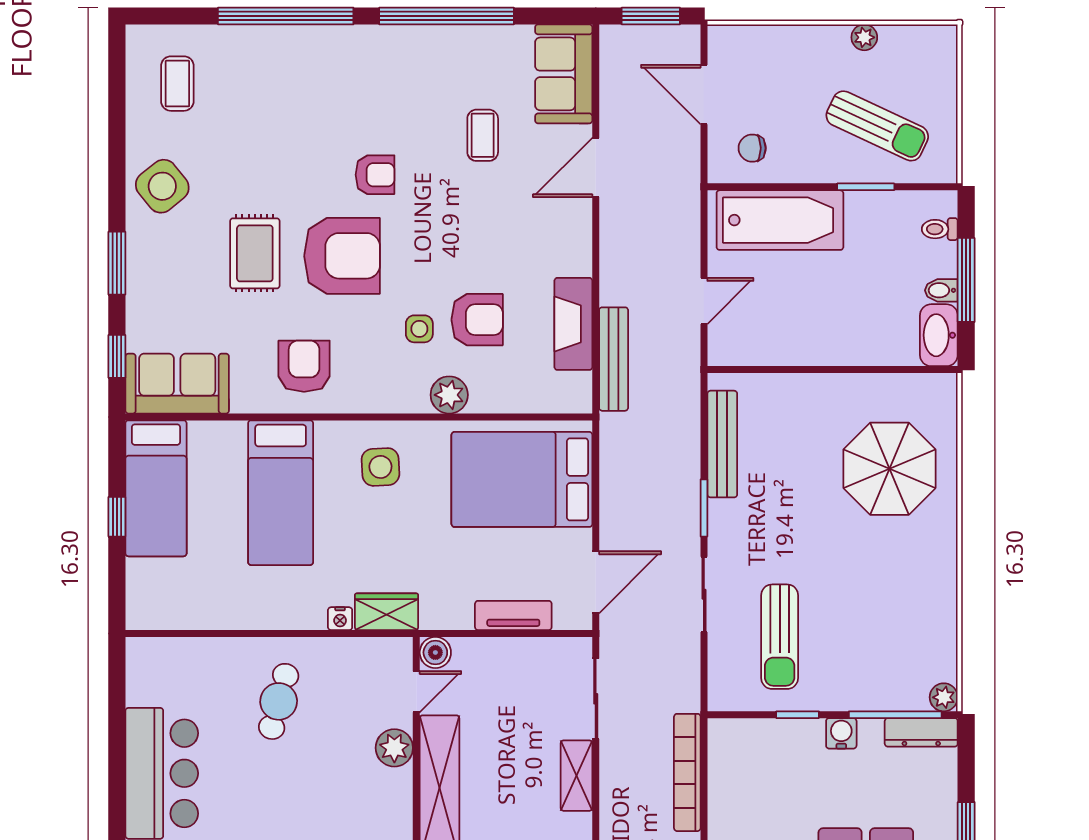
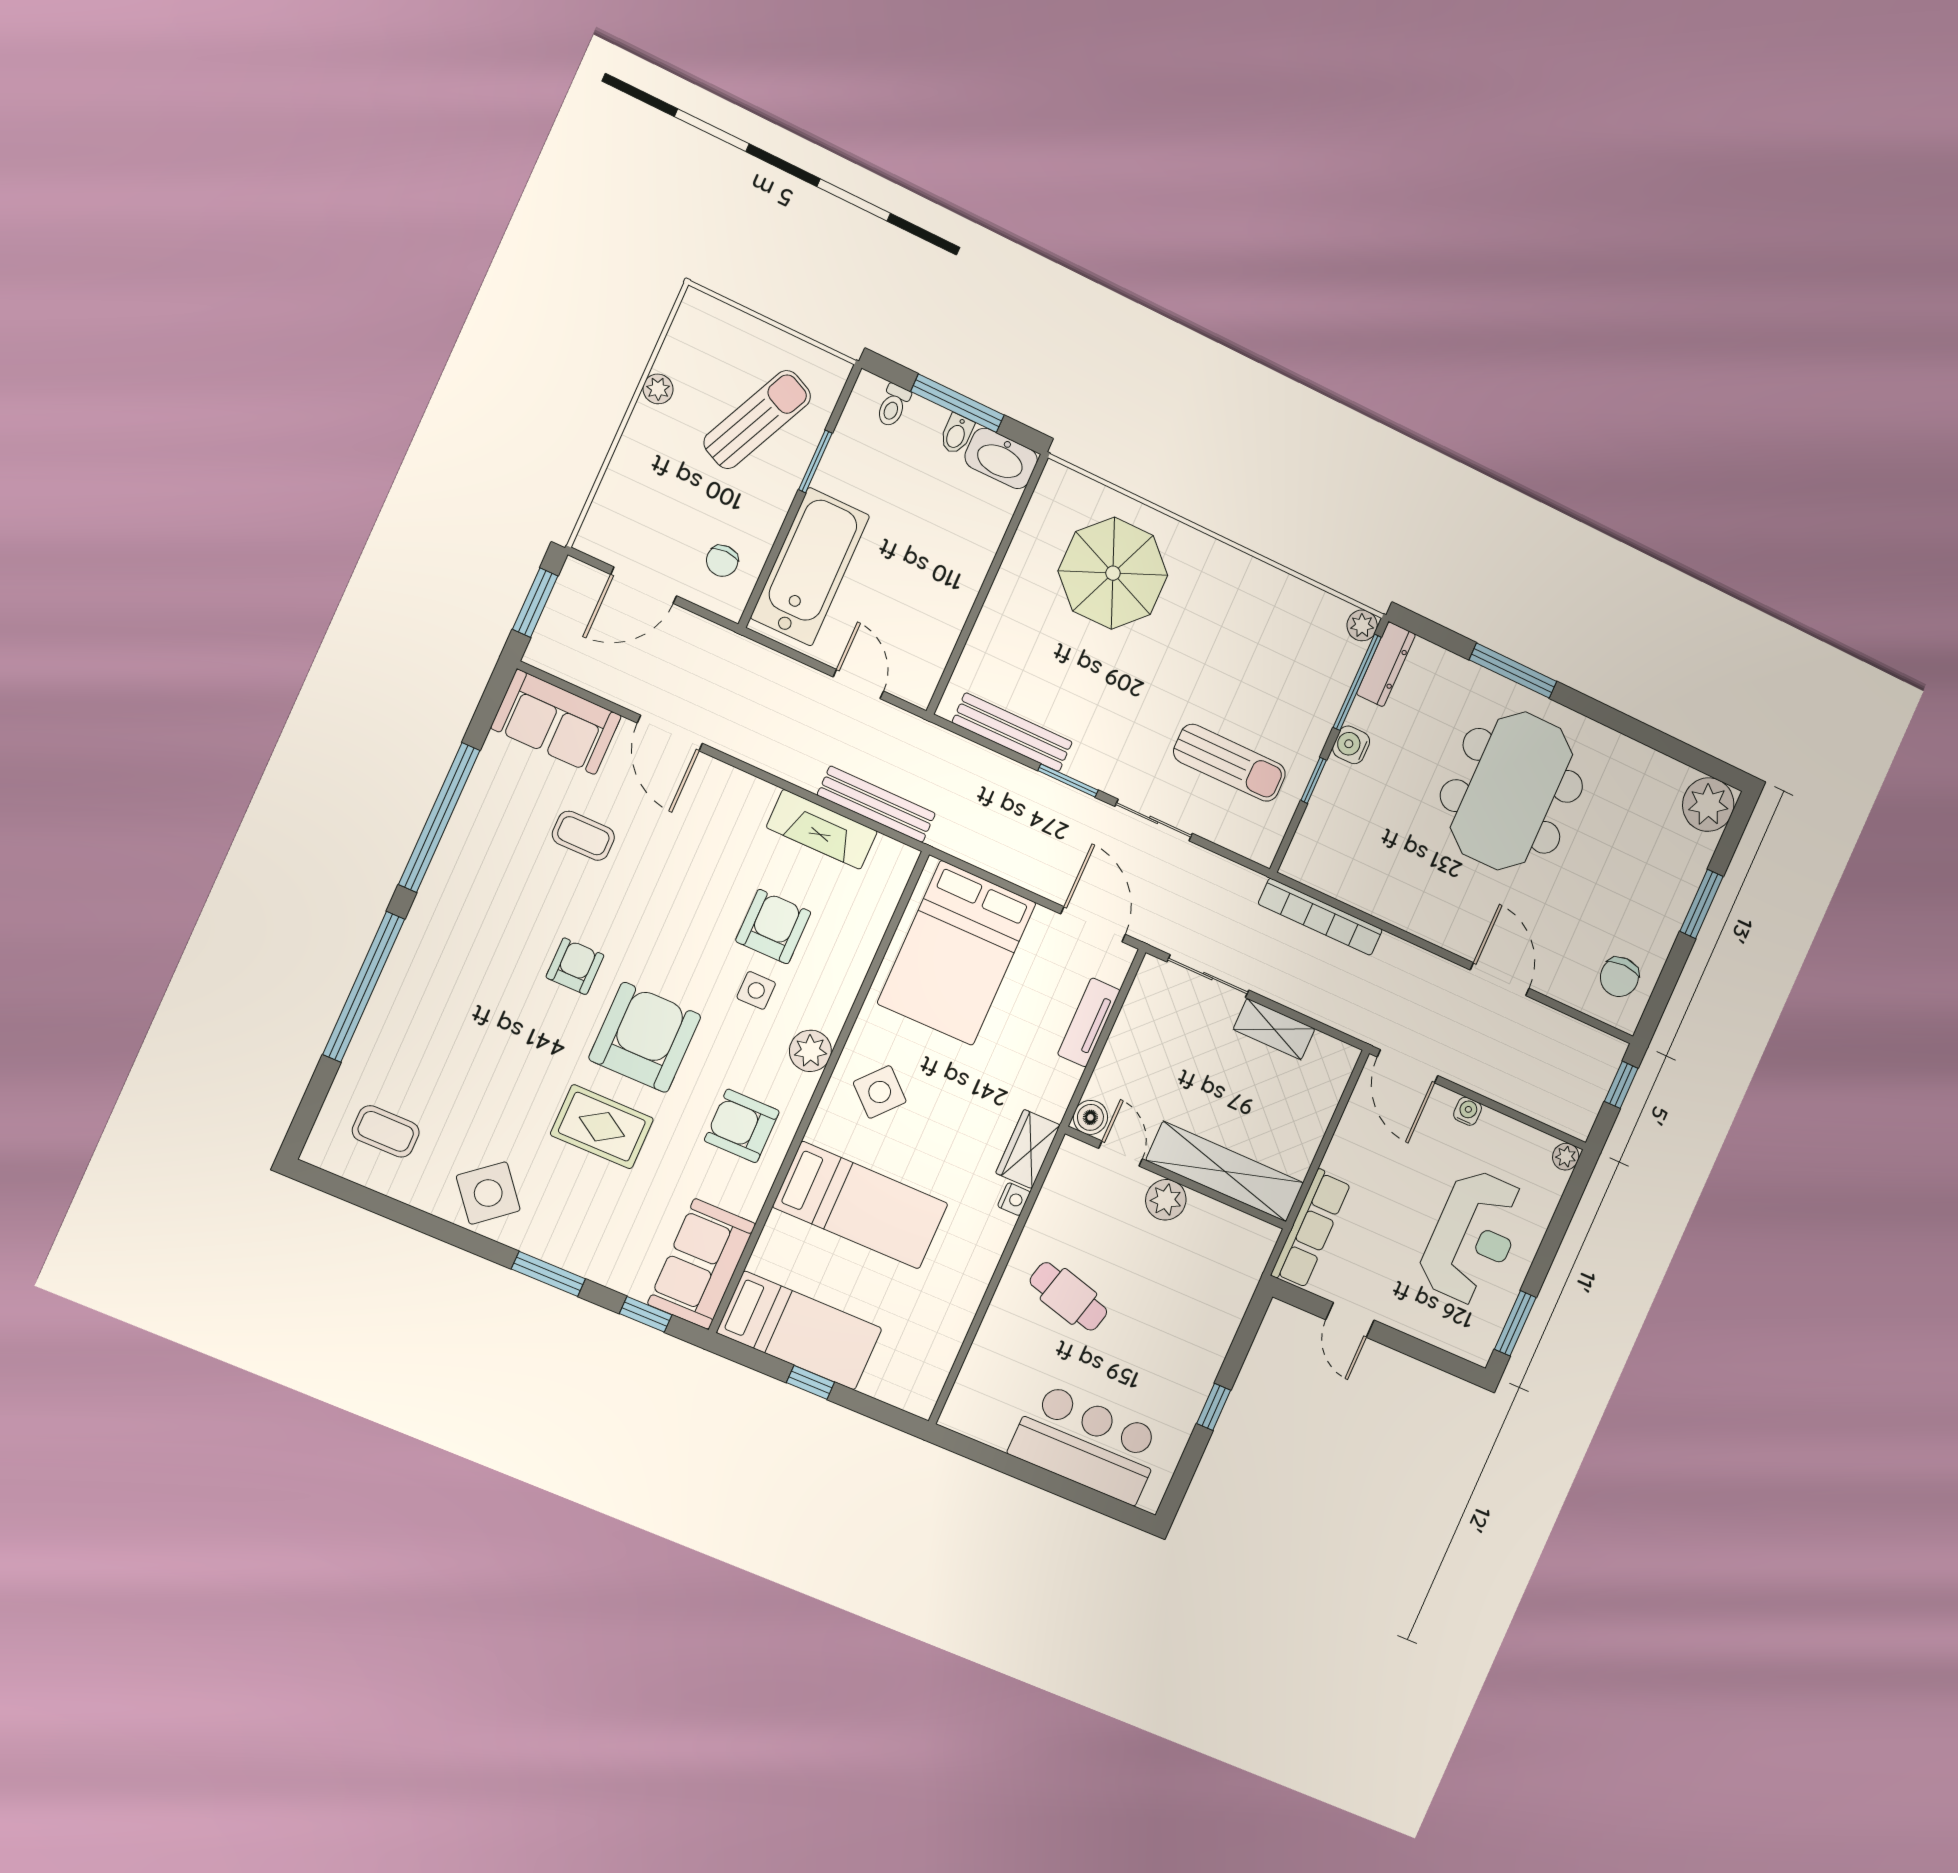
plant: (449, 395) -> (810, 1051), moved
side table: (380, 467) -> (880, 1092), turned 45

